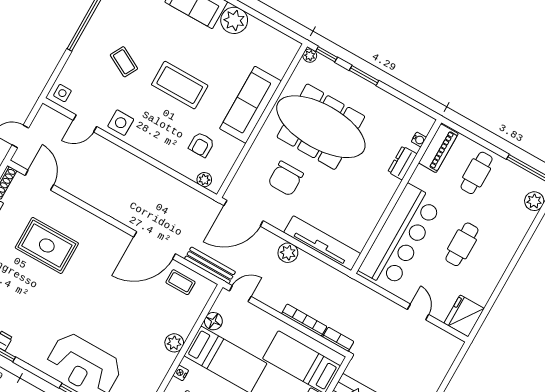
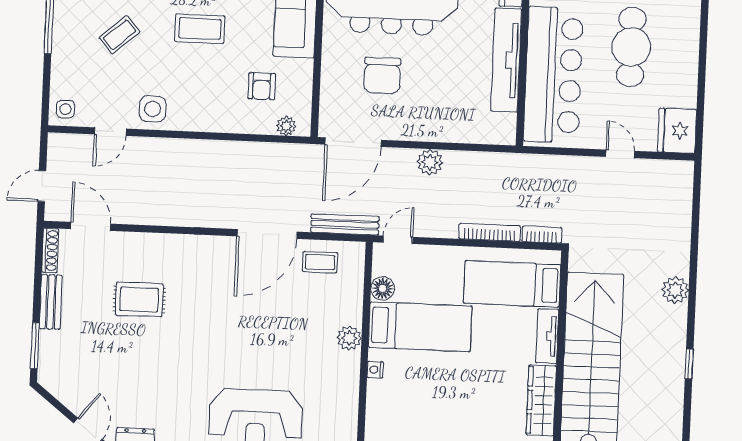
coffee table: (124, 62) -> (120, 35), turned -69
coffee table: (180, 85) -> (200, 29), width x0.73, depth x0.76
tv unit: (322, 243) -> (506, 60), moved, turned -90
cafe table: (462, 244) -> (631, 47), width x1.37, depth x1.35
rug: (47, 245) -> (139, 299), width x0.73, depth x0.70

